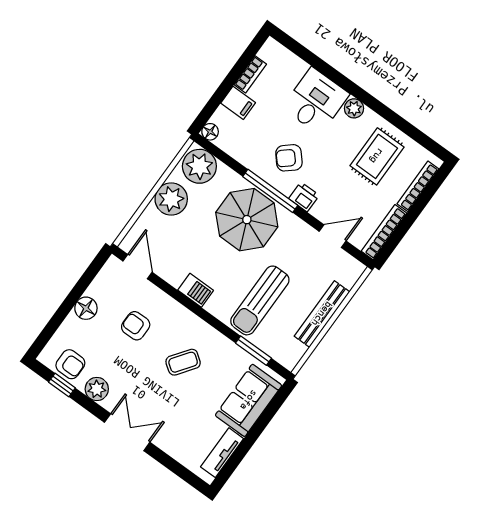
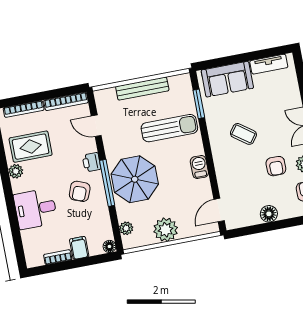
plant: (354, 108) -> (16, 171), moved
armchair: (289, 158) -> (80, 191), turned 62
plant: (199, 166) -> (126, 228), width x0.53, depth x0.53
armchair: (136, 326) -> (276, 166), moved

